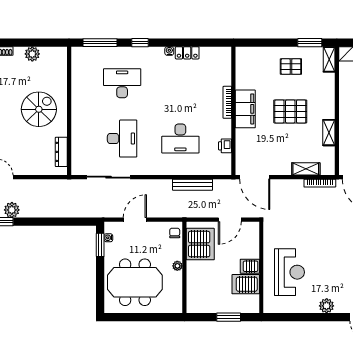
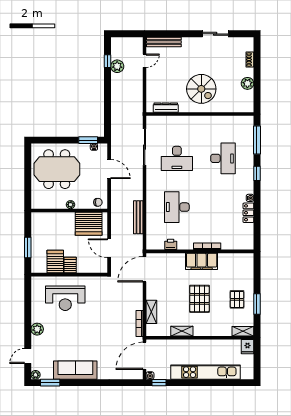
window: (310, 43) -> (257, 304), moved
meeting table: (135, 282) -> (57, 169), turned 90

